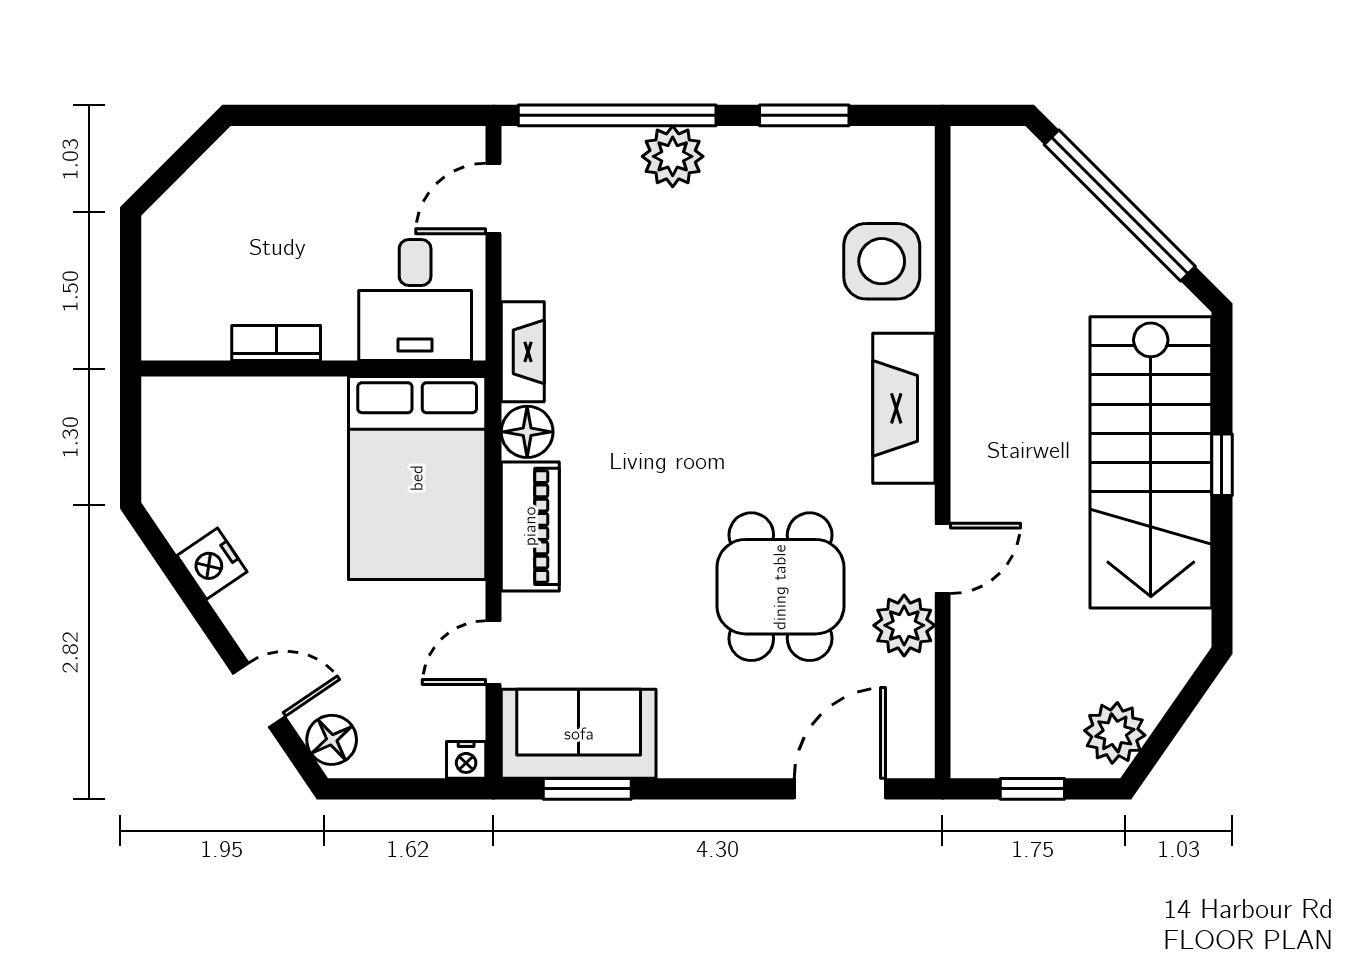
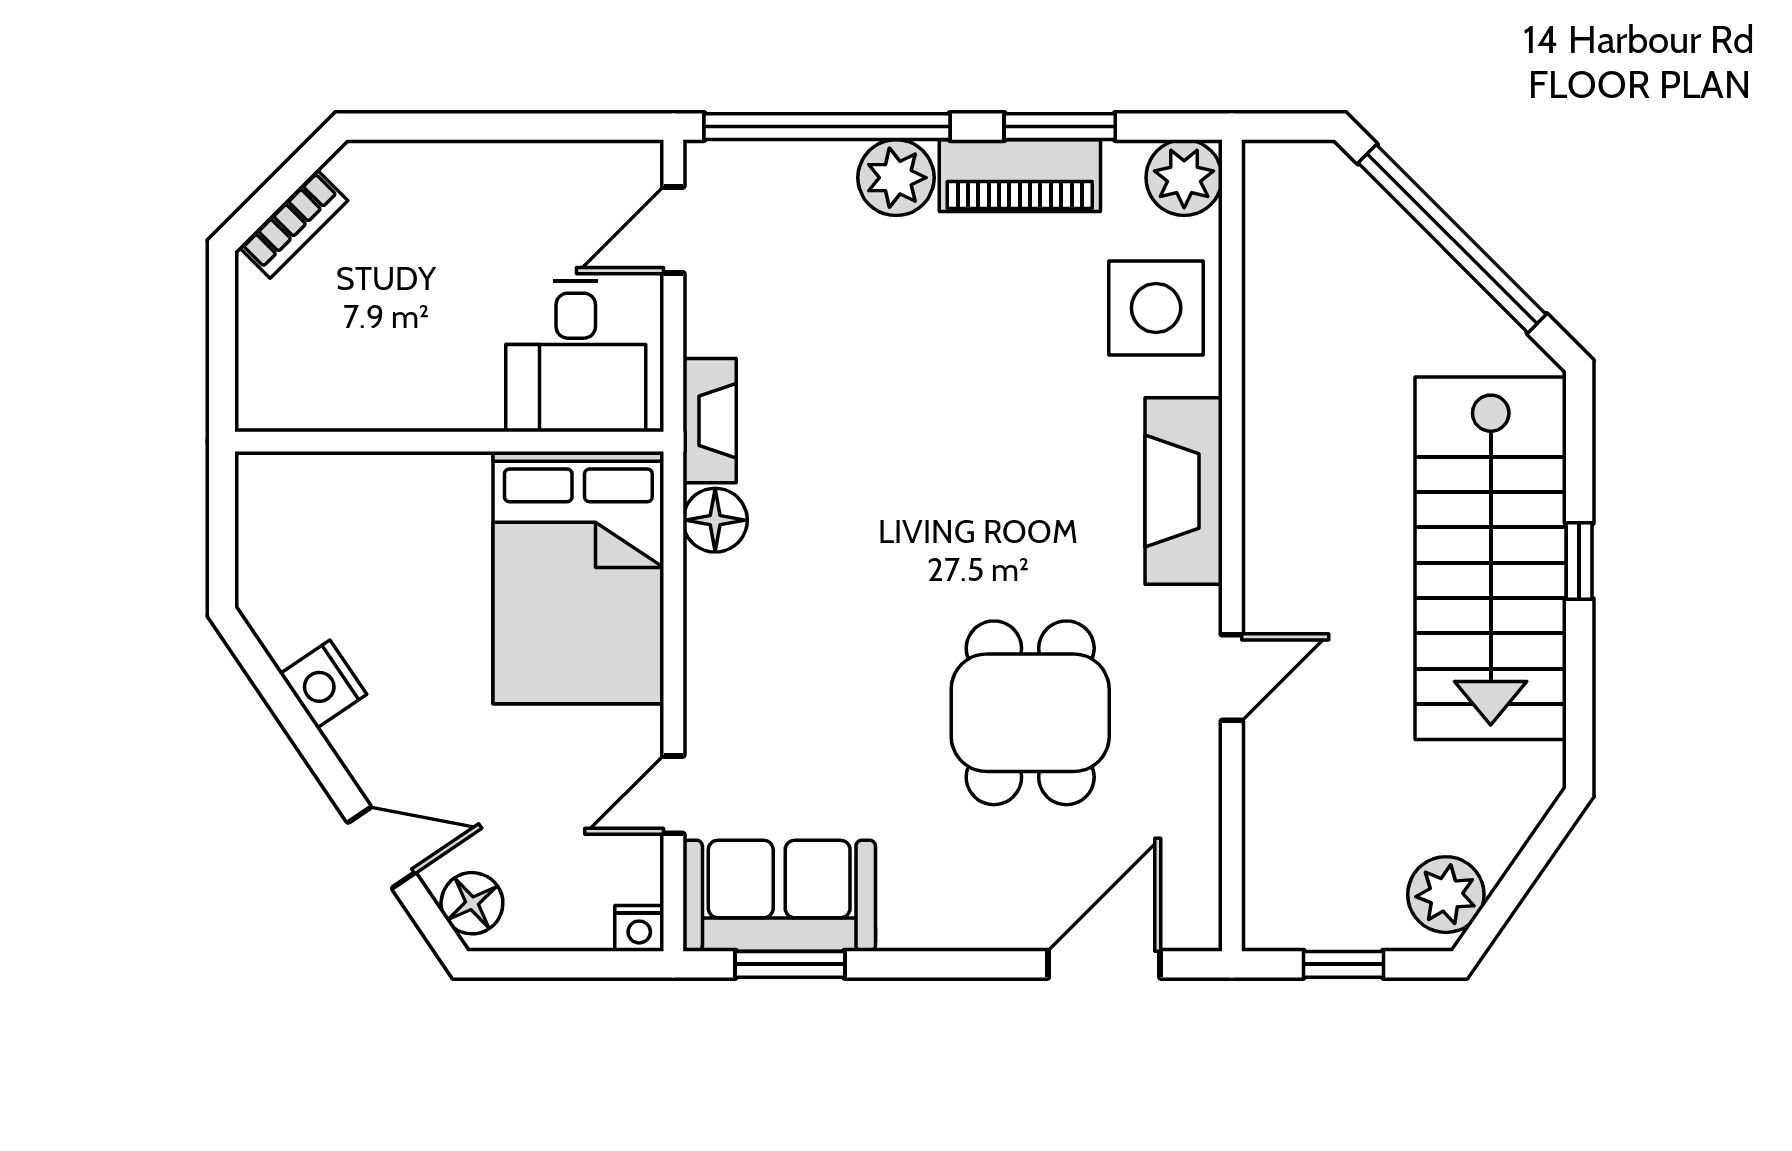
bookcase: (276, 343) -> (293, 224), moved, turned 135
piano: (530, 526) -> (1020, 176), moved, turned 90
plant: (904, 625) -> (1184, 178), moved

